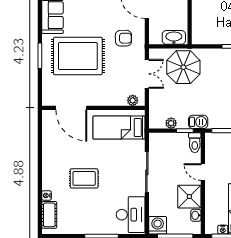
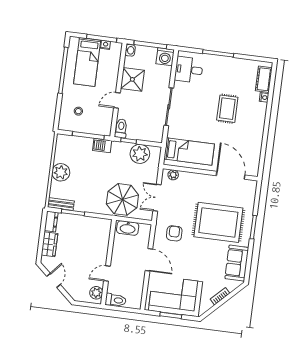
armchair: (123, 38) -> (174, 233), turned 90
barbecue: (198, 122) -> (102, 145), moved
plant: (171, 123) -> (140, 154), width x1.88, depth x1.88
door: (203, 172) -> (117, 100), swing flipped
rug: (84, 178) -> (227, 109), turned 90
desk: (131, 215) -> (189, 70), width x0.73
washbasin: (196, 215) -> (130, 50), moved

